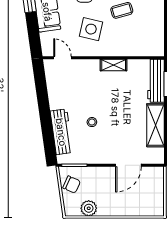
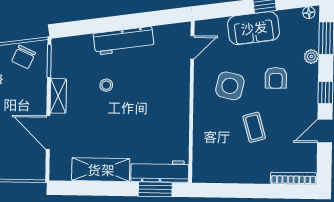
shelving: (114, 65) -> (58, 96), moved
workbench: (61, 132) -> (124, 41), moved

